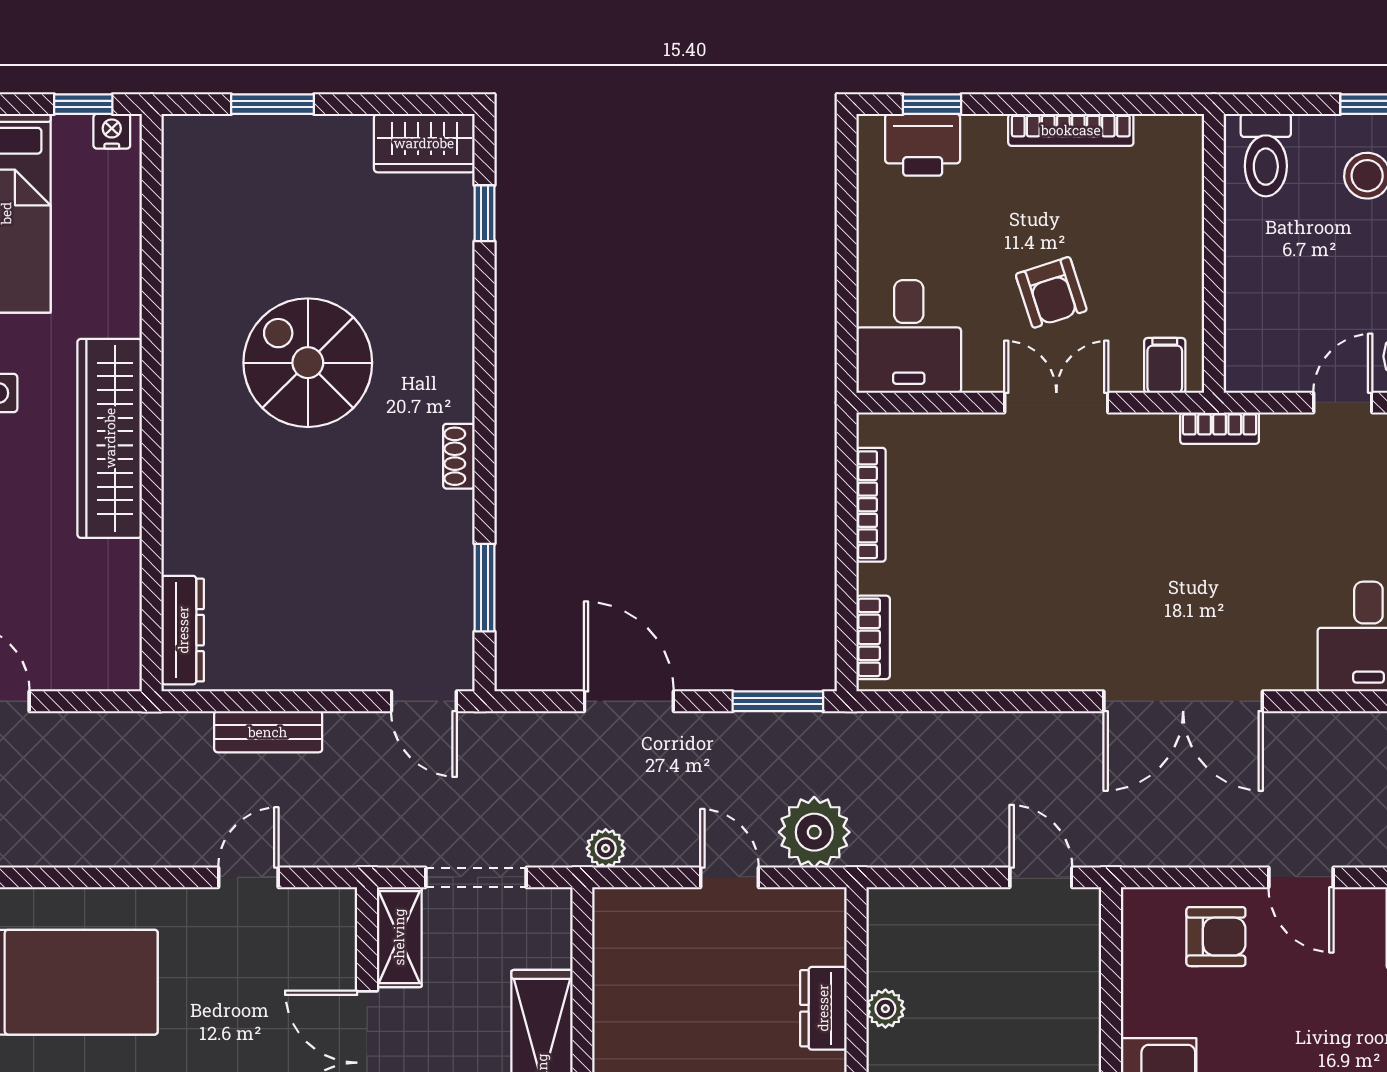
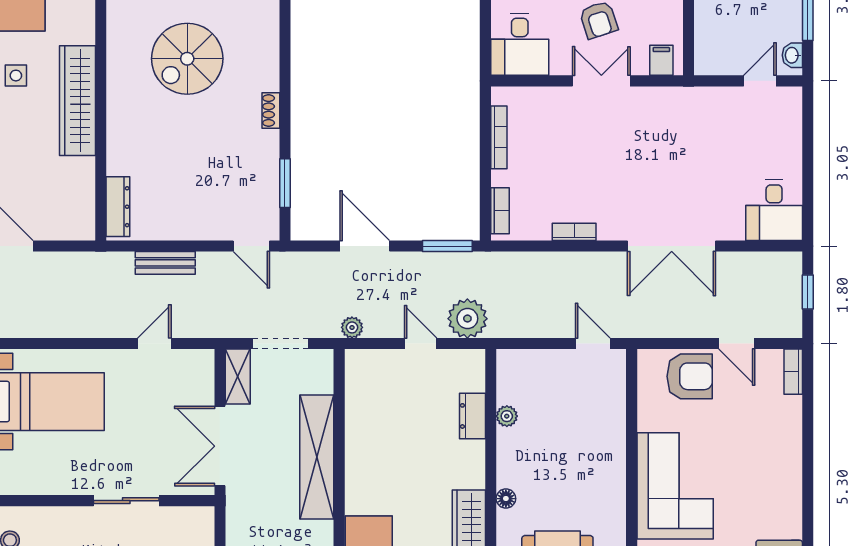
spiral stairs: (308, 363) -> (187, 59), turned -90
bookcase: (1220, 428) -> (574, 232), moved, turned 180
armchair: (1216, 937) -> (690, 376), width x1.38, depth x1.38

